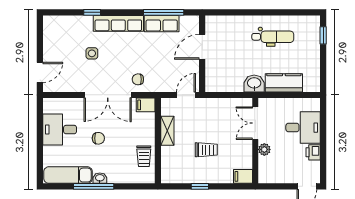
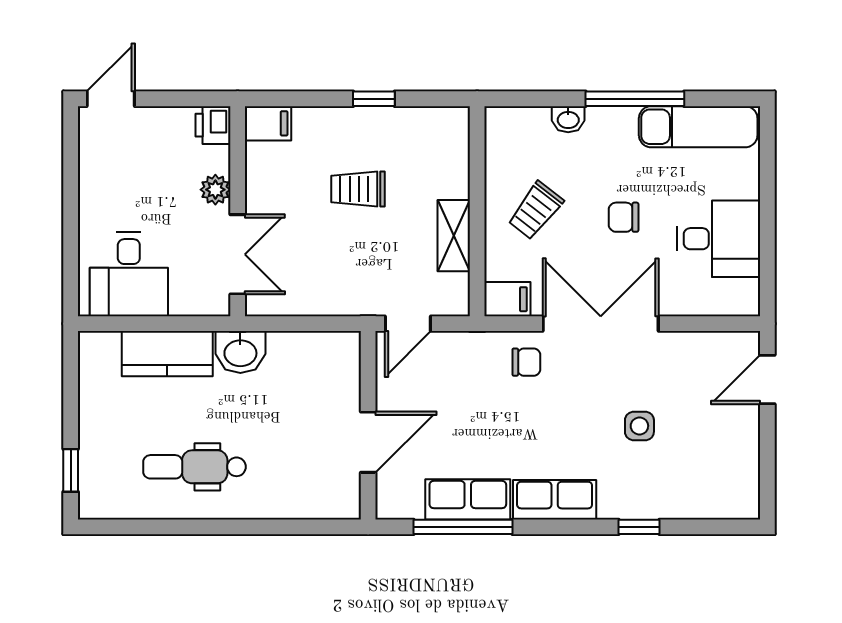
row of seats: (118, 23) -> (555, 500), width x0.68
desk: (303, 128) -> (129, 274), moved, turned -90
printer: (313, 152) -> (213, 125), moved, turned 180
trolley: (144, 156) -> (535, 210), moved, turned -142
washbasin: (100, 178) -> (568, 119), moved

